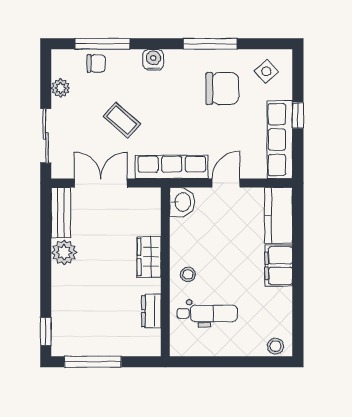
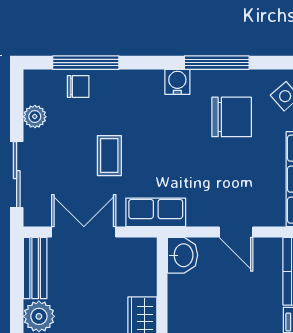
water cooler: (153, 60) -> (177, 82), moved
coffee table: (122, 120) -> (109, 156), turned 49
row of seats: (172, 167) -> (156, 212), width x0.68
door: (226, 183) -> (236, 232), swing flipped

